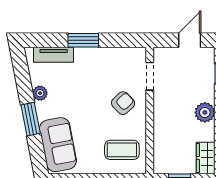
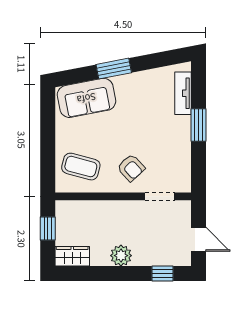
plant: (40, 93) -> (142, 79), removed
coffee table: (122, 150) -> (81, 167), turned -75

